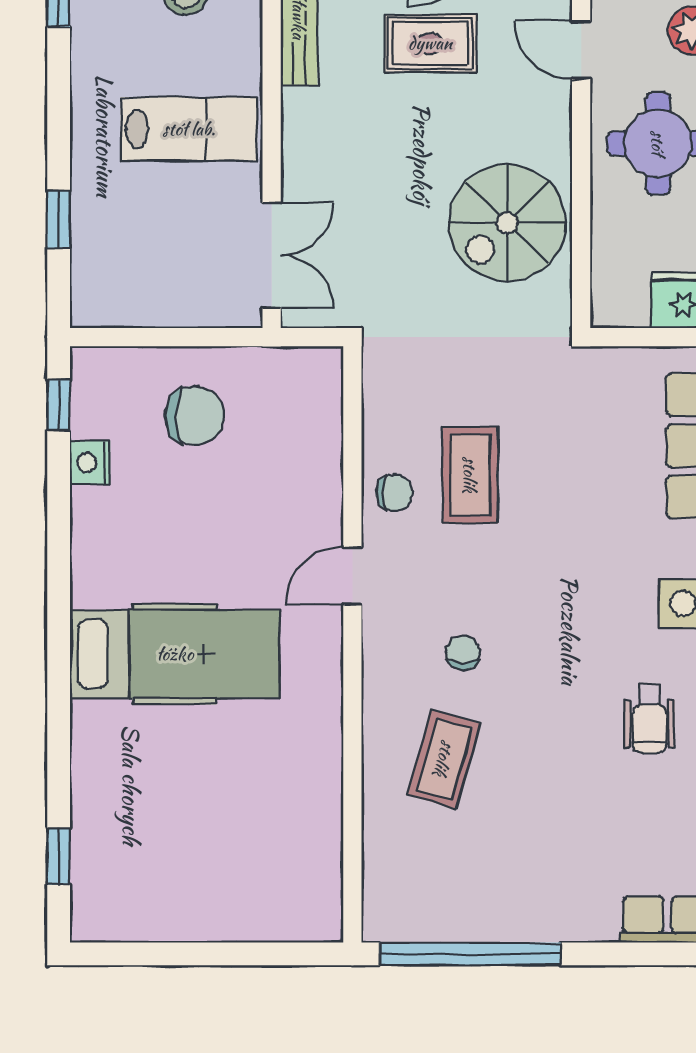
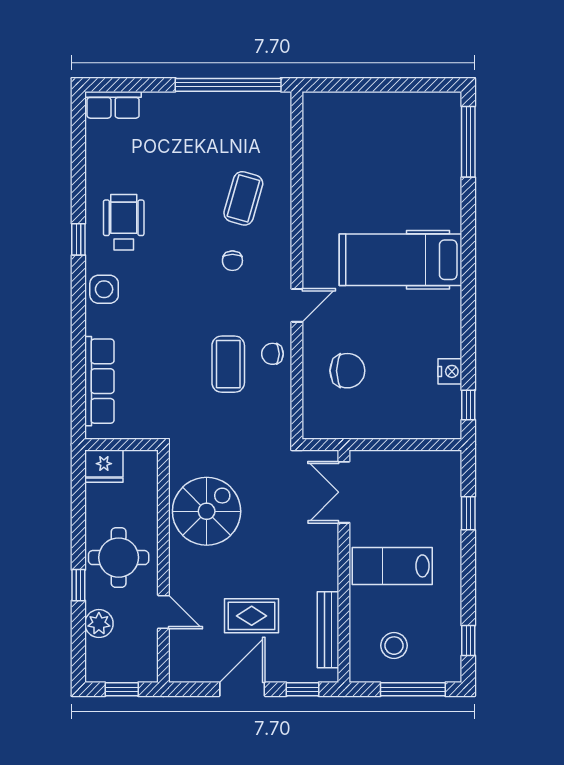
chair: (195, 416) -> (347, 371), moved, turned 180
wheelchair: (649, 718) -> (124, 222), width x1.36, depth x1.37
window: (59, 856) -> (468, 142), width x2.17

